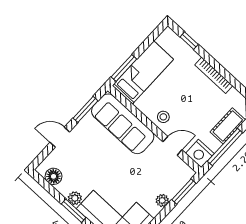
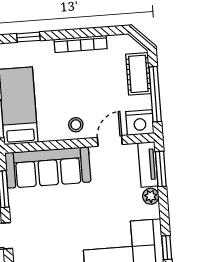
tv unit: (179, 181) -> (148, 164), added

